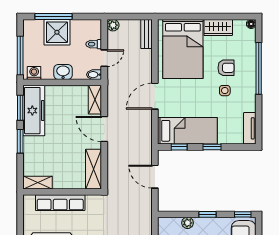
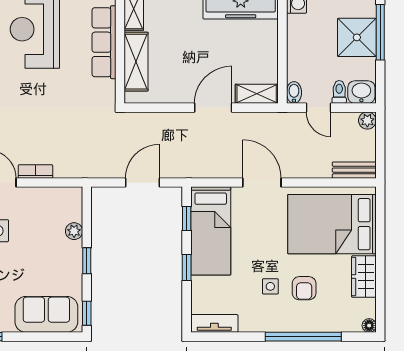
washbasin: (63, 72) -> (361, 92), moved, turned -90
shelving: (94, 169) -> (136, 62), moved, turned 90

